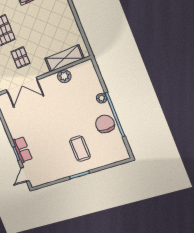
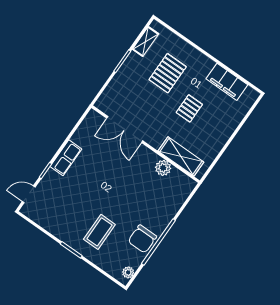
pallet: (20, 58) -> (189, 108), moved
plant: (102, 98) -> (128, 272), moved
chair: (105, 124) -> (142, 239), turned 180
row of seats: (22, 150) -> (66, 158), moved

